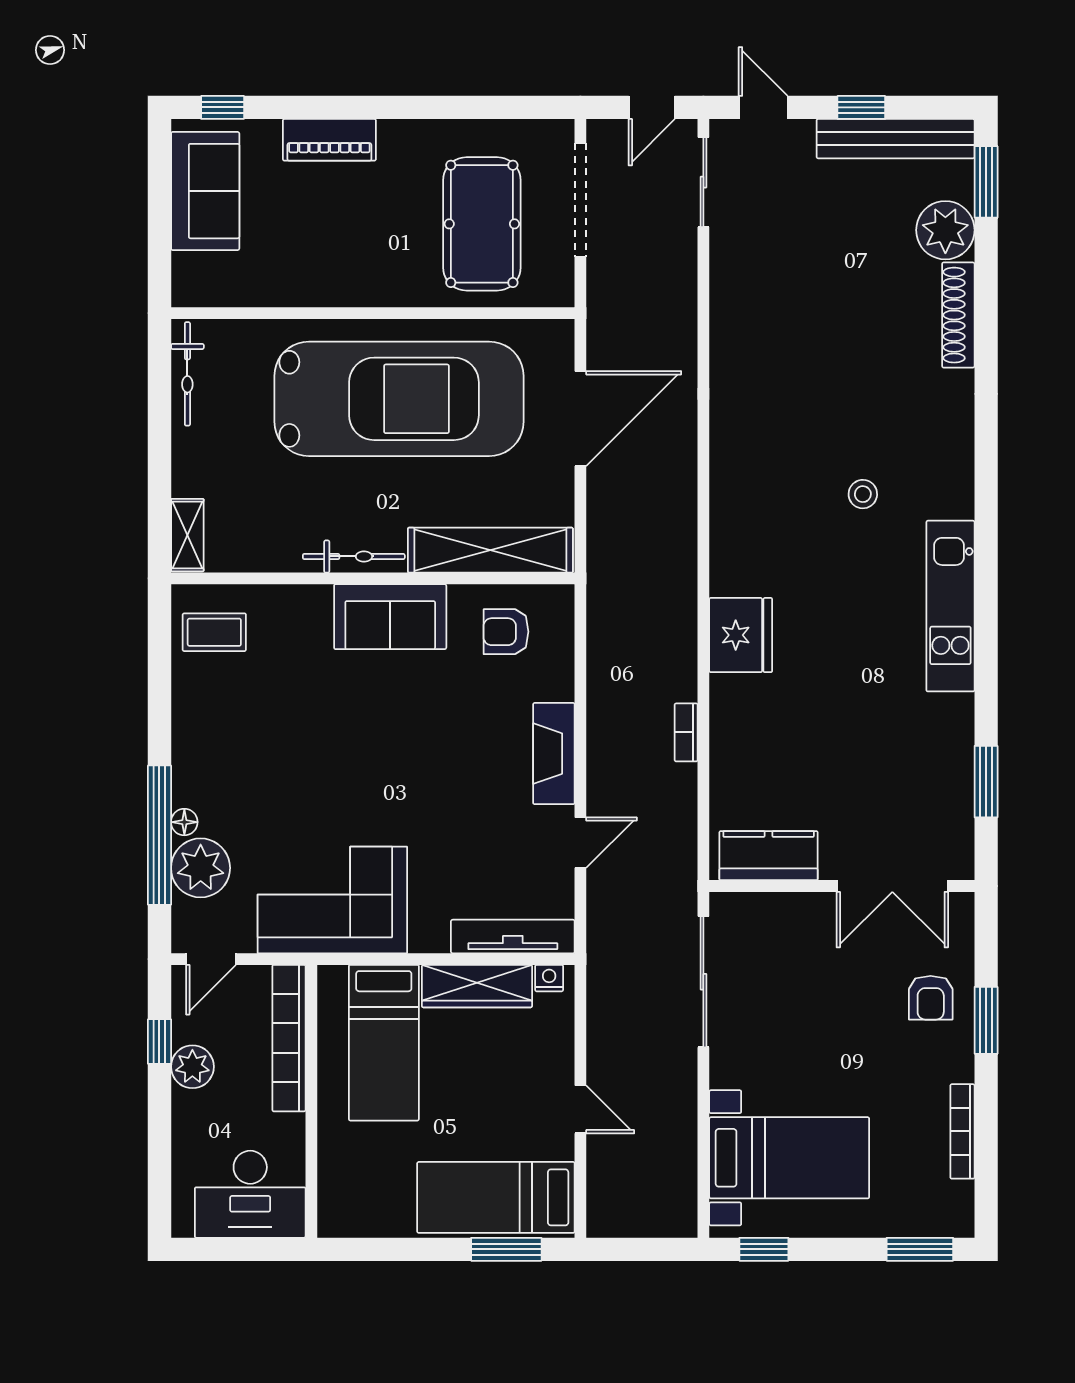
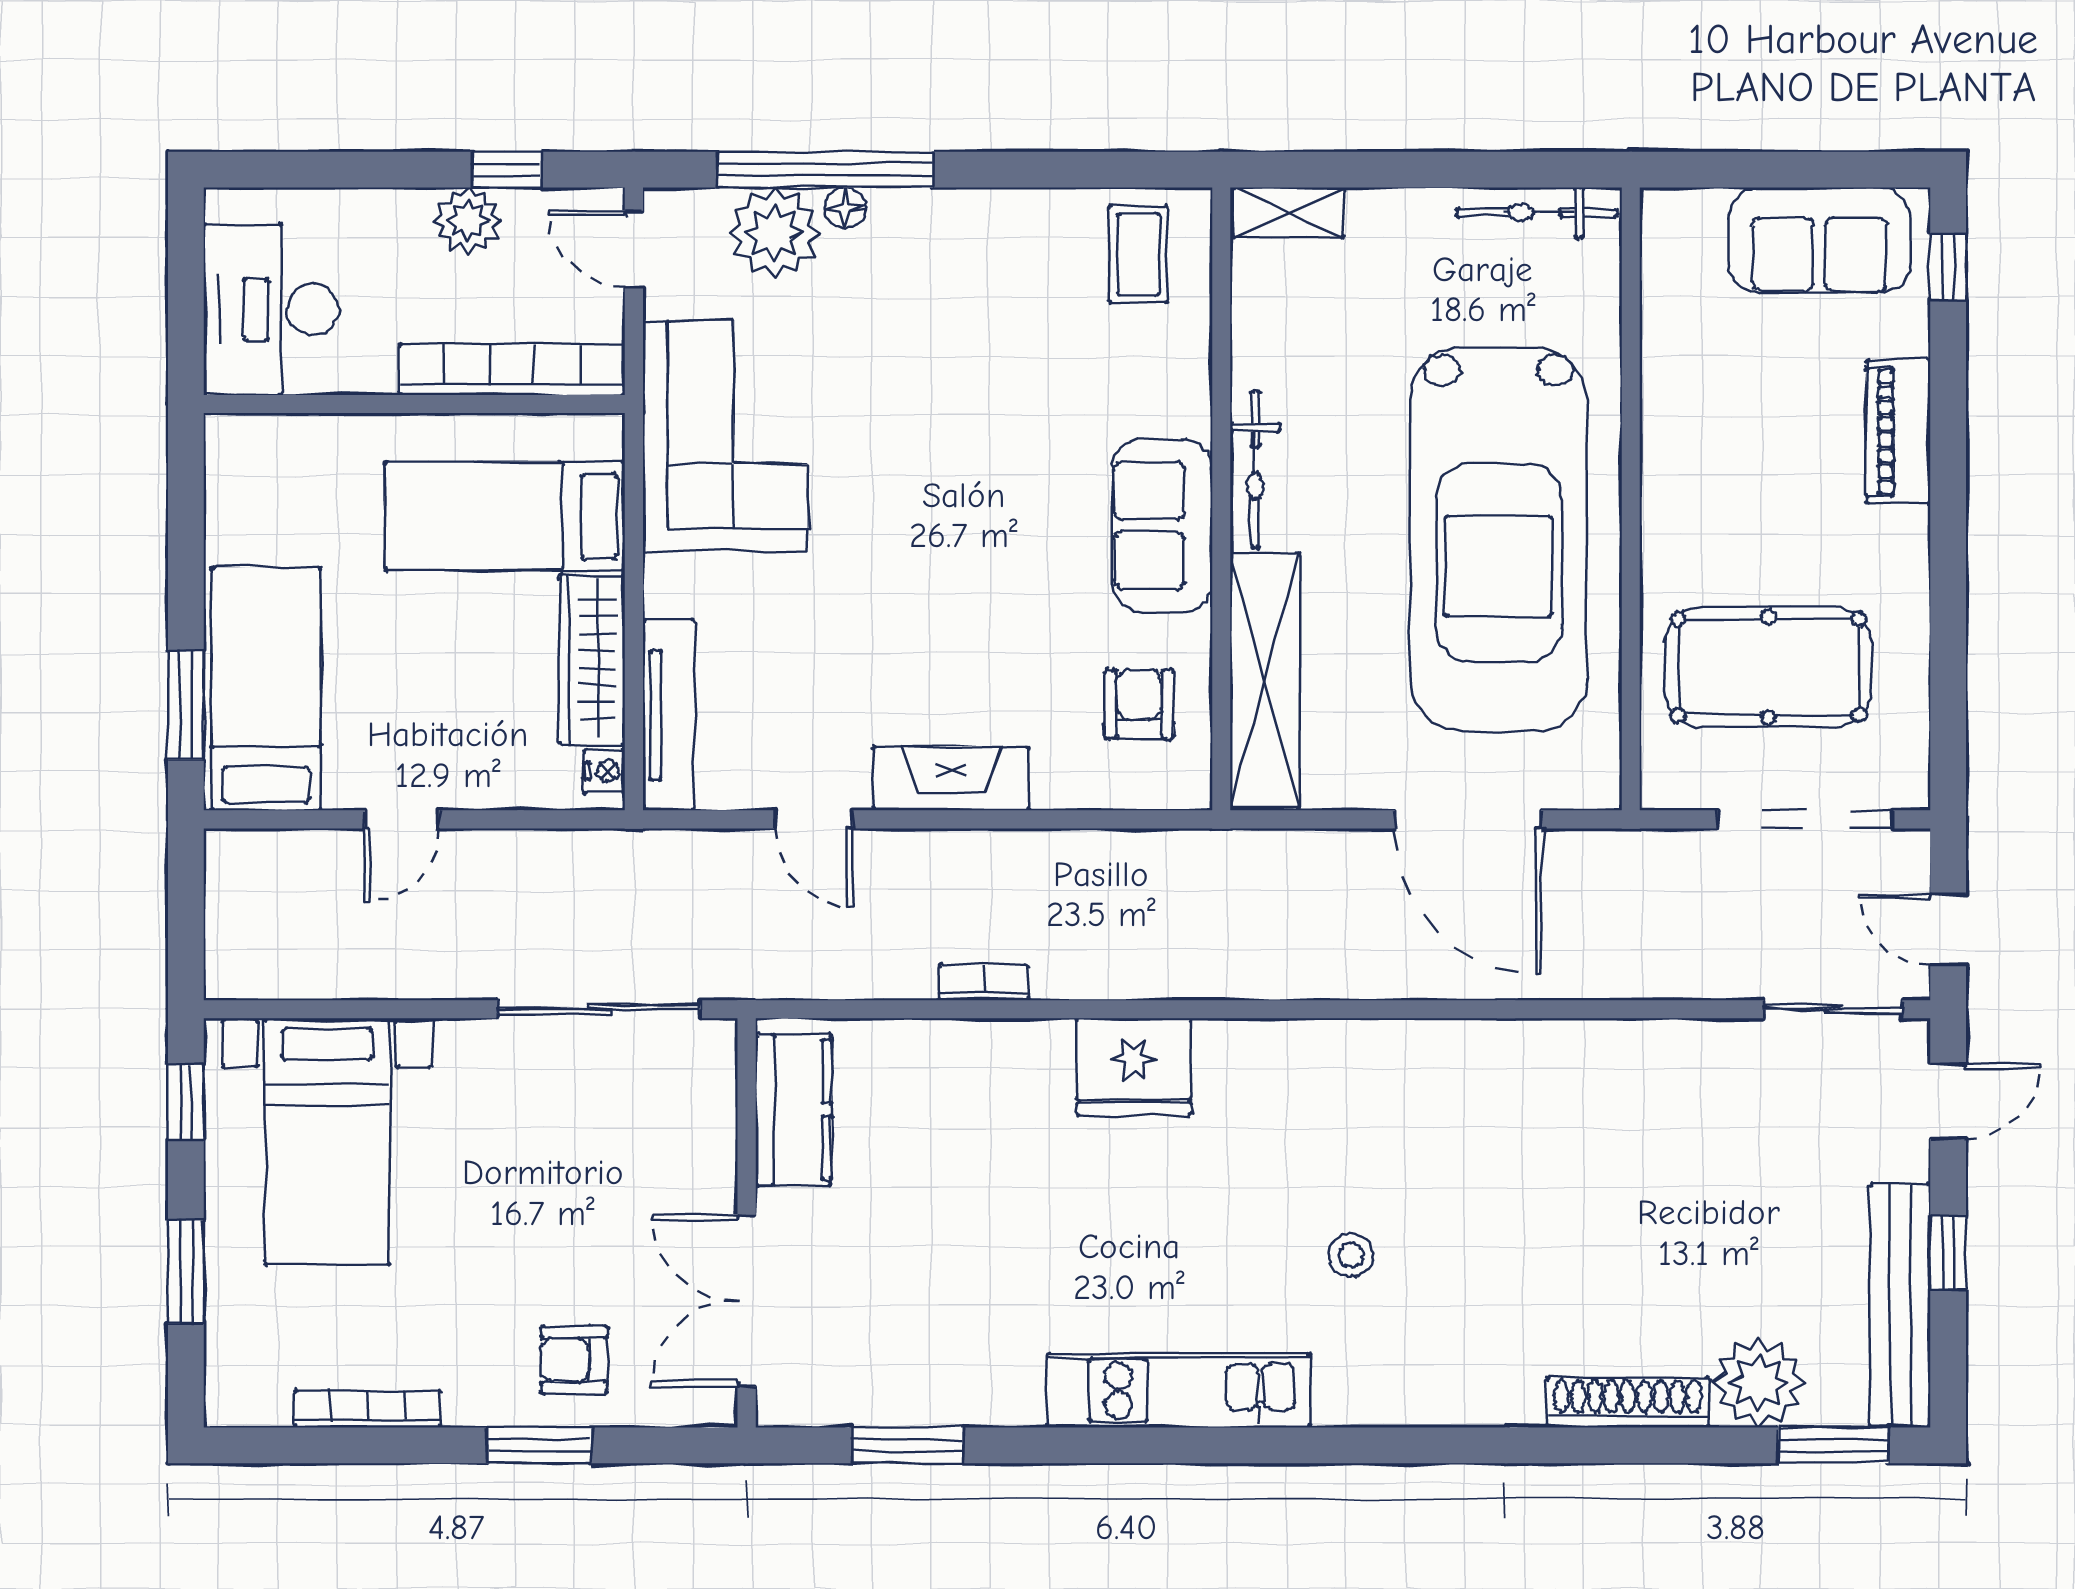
window: (920, 1249) -> (186, 1272), moved

